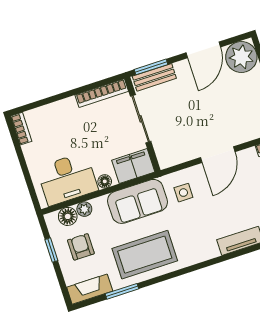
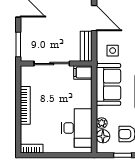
bench: (154, 77) -> (86, 46), moved
bookcase: (102, 93) -> (25, 105), moved
filing cabinet: (133, 166) -> (83, 72), width x0.50
floor lamp: (105, 181) -> (87, 103), removed

